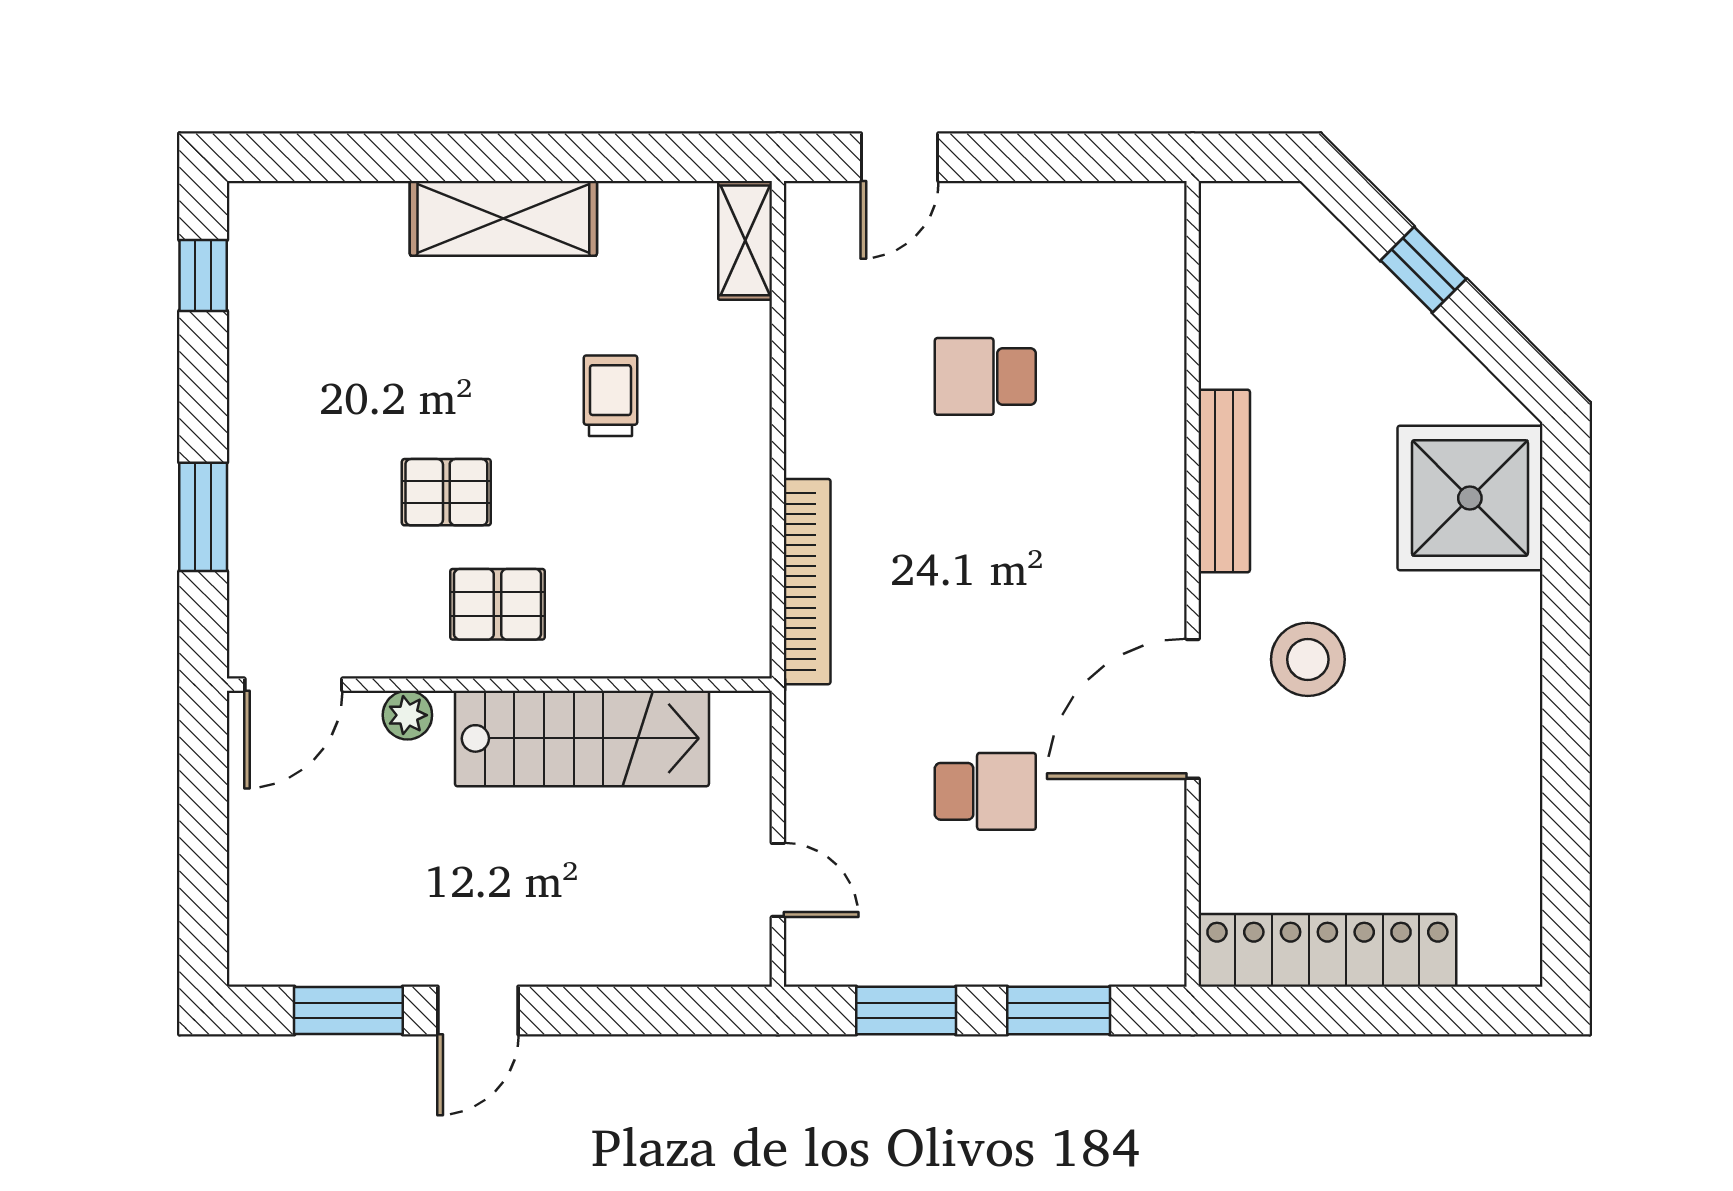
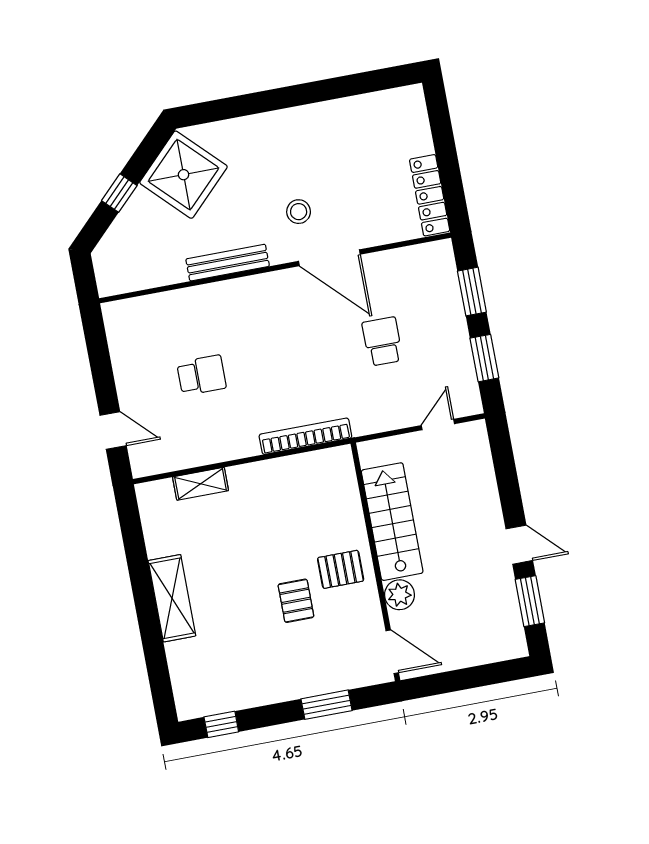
shelving: (745, 240) -> (201, 484), moved
school desk: (985, 376) -> (202, 375), turned -90
trolley: (610, 396) -> (241, 537), removed
shower: (1470, 498) -> (184, 175), moved, turned 45
pallet: (497, 604) -> (341, 569), turned 90
stool: (1308, 659) -> (299, 212), width x0.73, depth x0.73
plant: (407, 715) -> (400, 595), width x1.38, depth x1.38
locker: (1327, 950) -> (430, 195), width x0.71, depth x0.83

